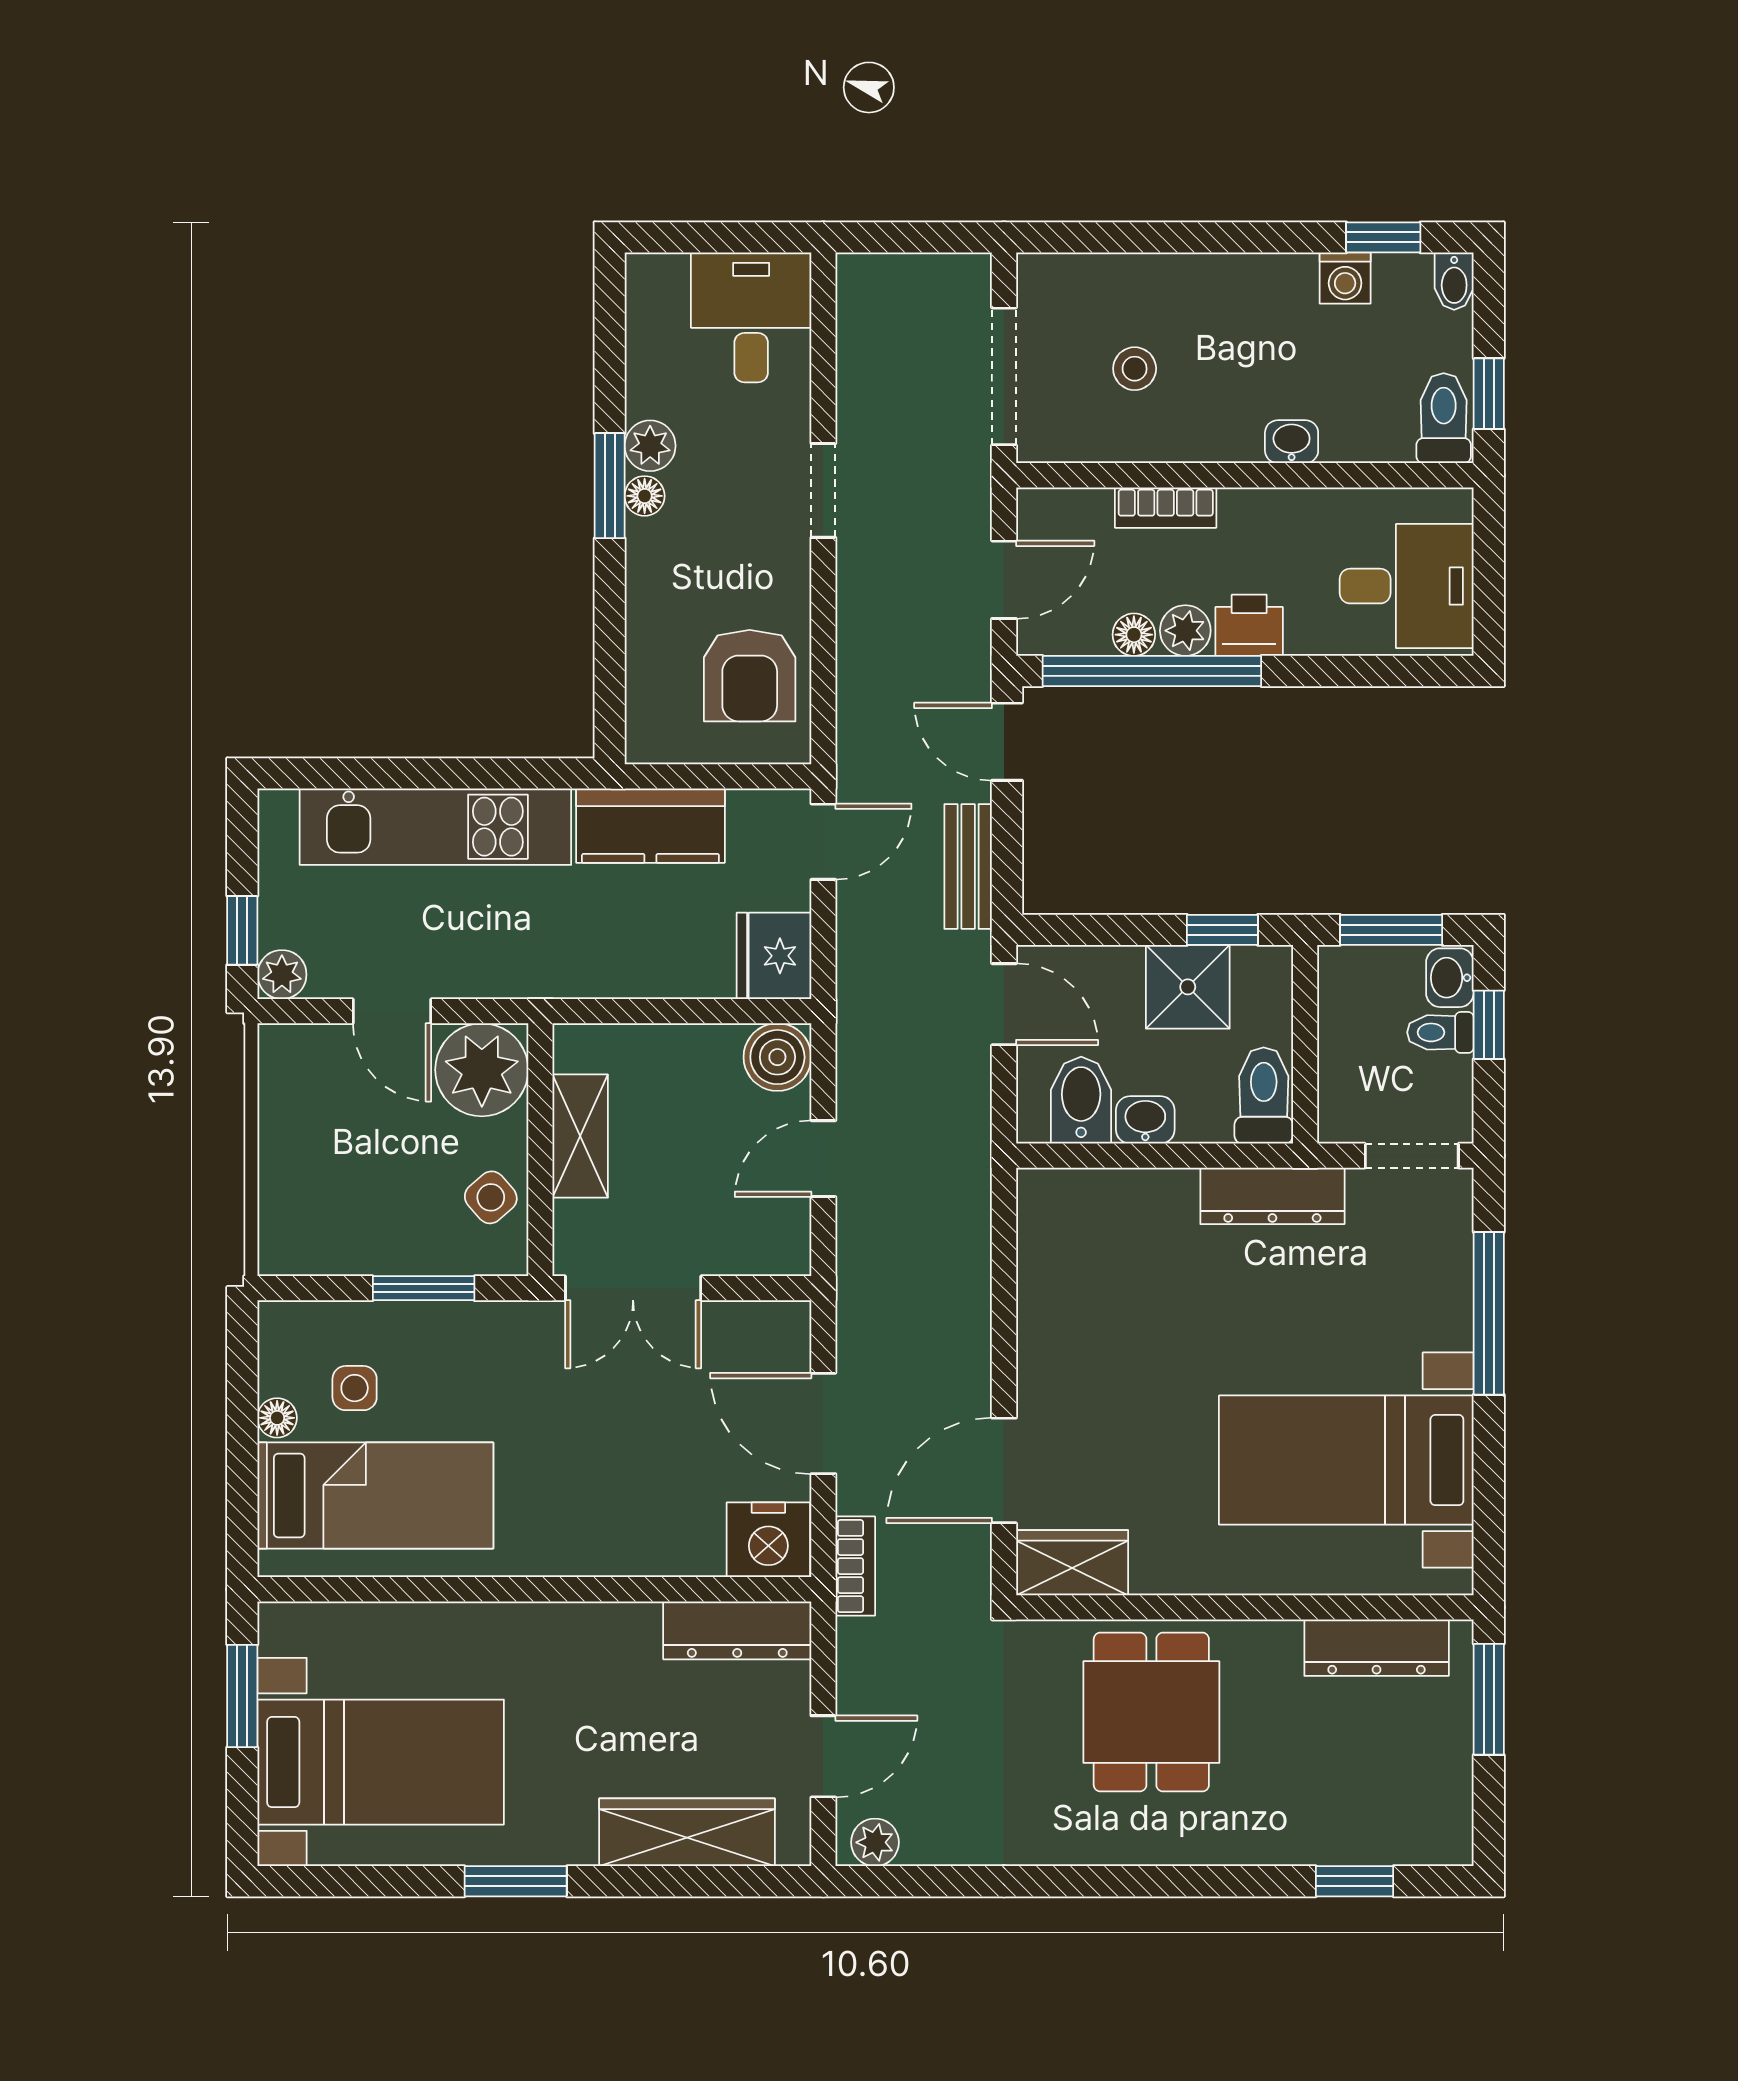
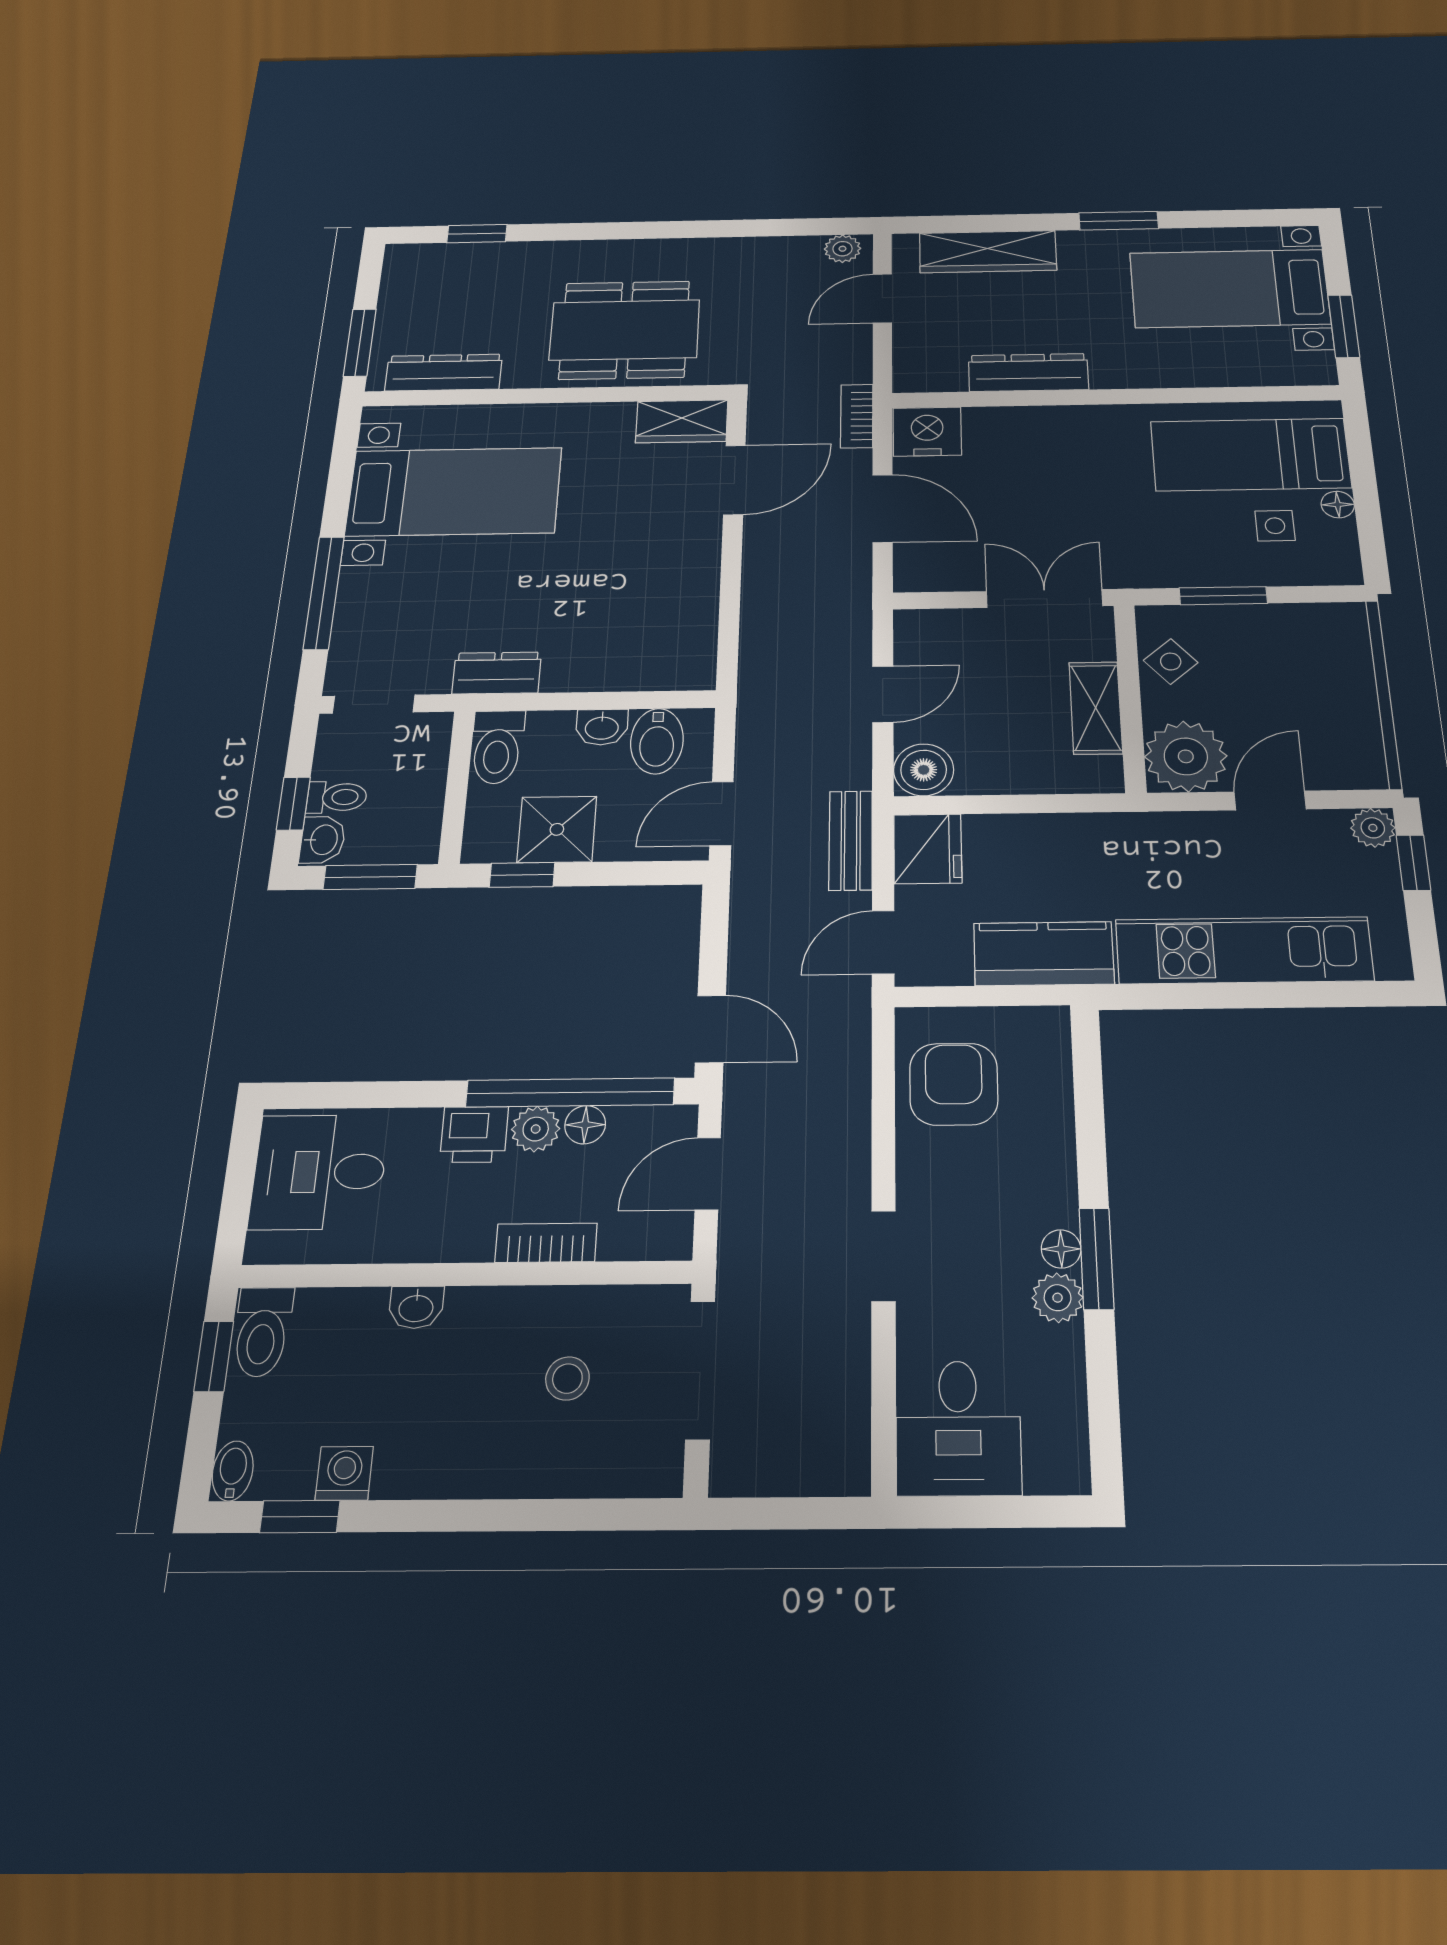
bench: (968, 867) -> (851, 840), moved
door: (1004, 1004) -> (722, 813), hinge flipped
door: (392, 1011) -> (1270, 800), hinge flipped
dresser: (1272, 1196) -> (497, 673), width x0.70
dresser: (737, 1630) -> (1028, 373), moved
dining table: (1151, 1712) -> (625, 330), width x1.38

